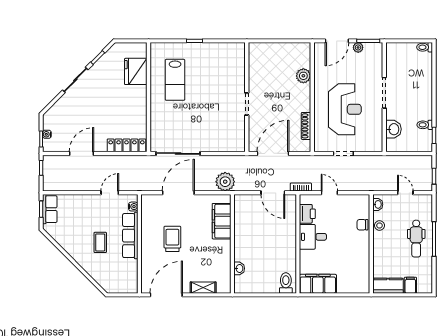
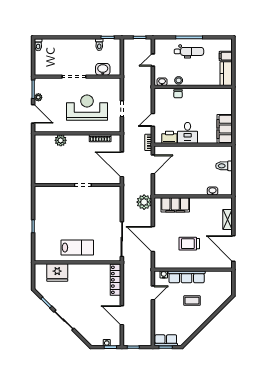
lab bench: (175, 80) -> (77, 248), moved
door: (110, 193) -> (153, 293), swing flipped
toilet: (286, 283) -> (224, 166), moved

